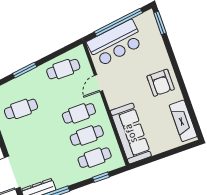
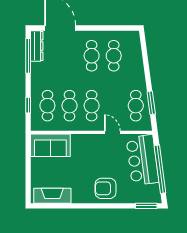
window: (25, 70) -> (151, 103), moved
armchair: (161, 83) -> (105, 188), moved
cafe table: (29, 131) -> (92, 56), added
sofa: (131, 133) -> (50, 145), width x0.73

